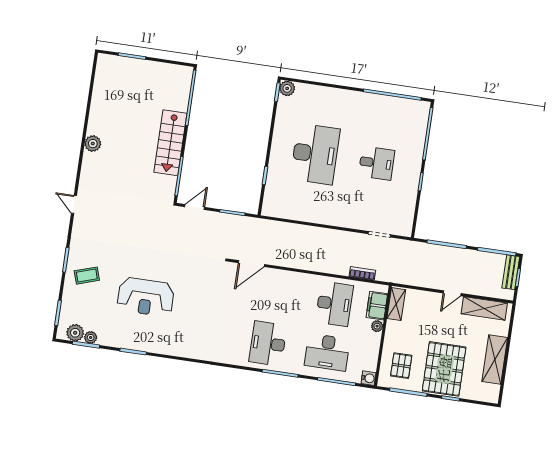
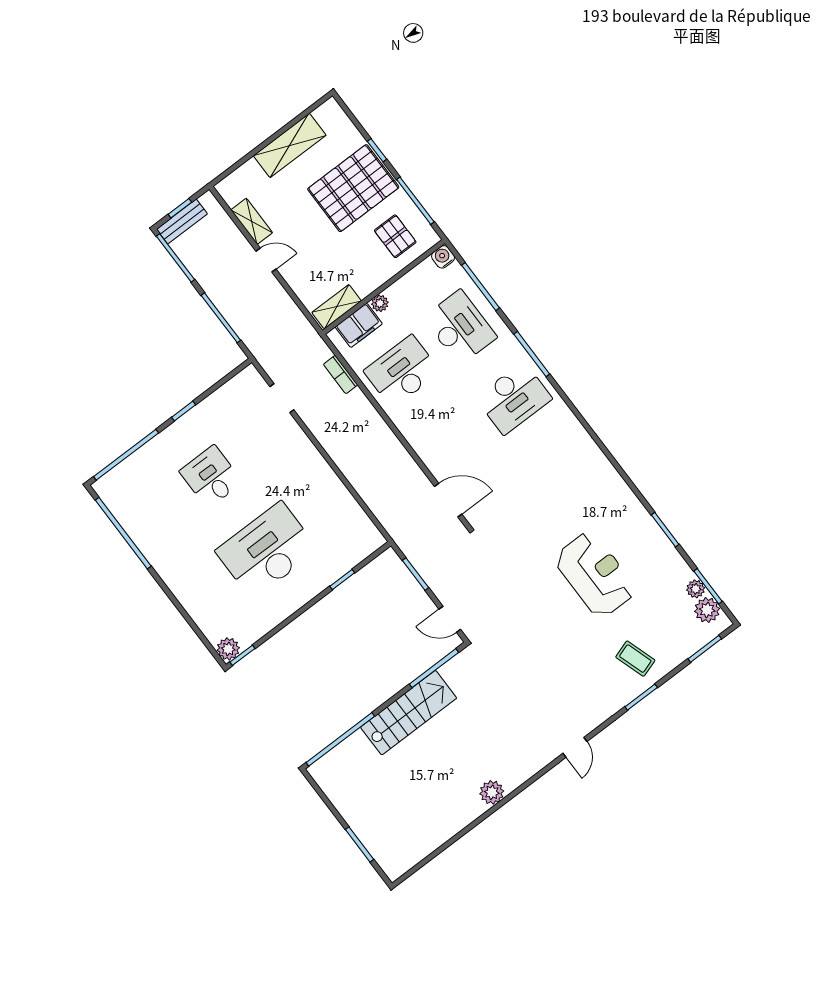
shelving: (484, 308) -> (252, 221), width x0.67, depth x0.75
pallet: (401, 366) -> (395, 236), turned 90

